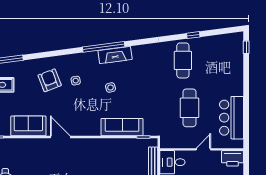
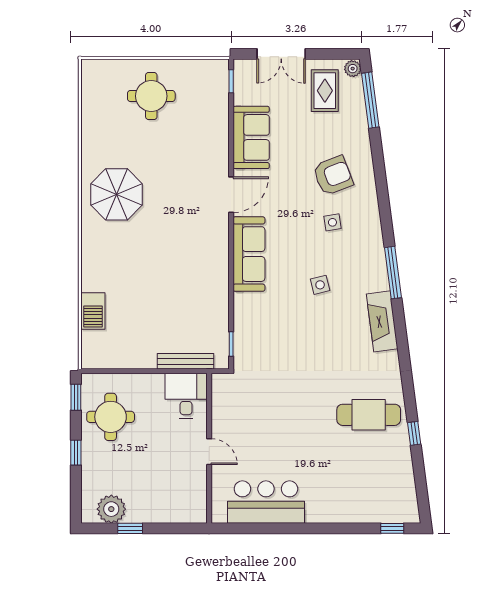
window: (104, 47) -> (393, 273), width x0.68
fireplace: (115, 55) -> (382, 321), moved
cafe table: (190, 108) -> (284, 427), removed
sofa: (122, 127) -> (249, 254), moved
printer: (233, 158) -> (193, 504), removed

